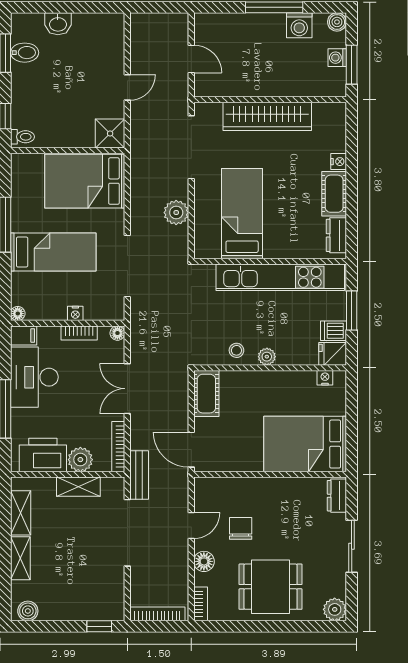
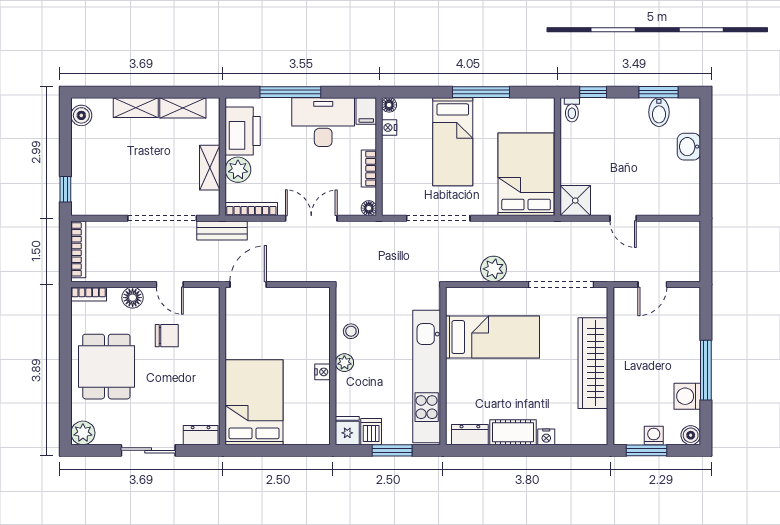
nightstand: (75, 313) -> (389, 128), moved
nightstand: (325, 378) -> (323, 372), moved
cot: (206, 394) -> (306, 300), removed

